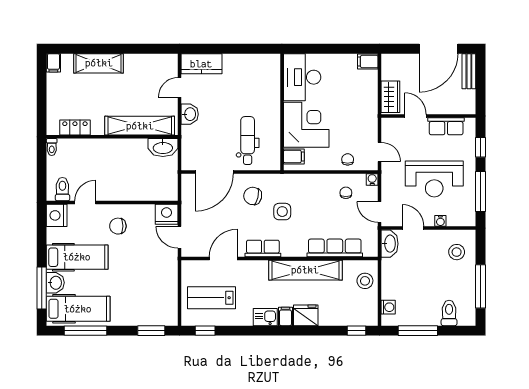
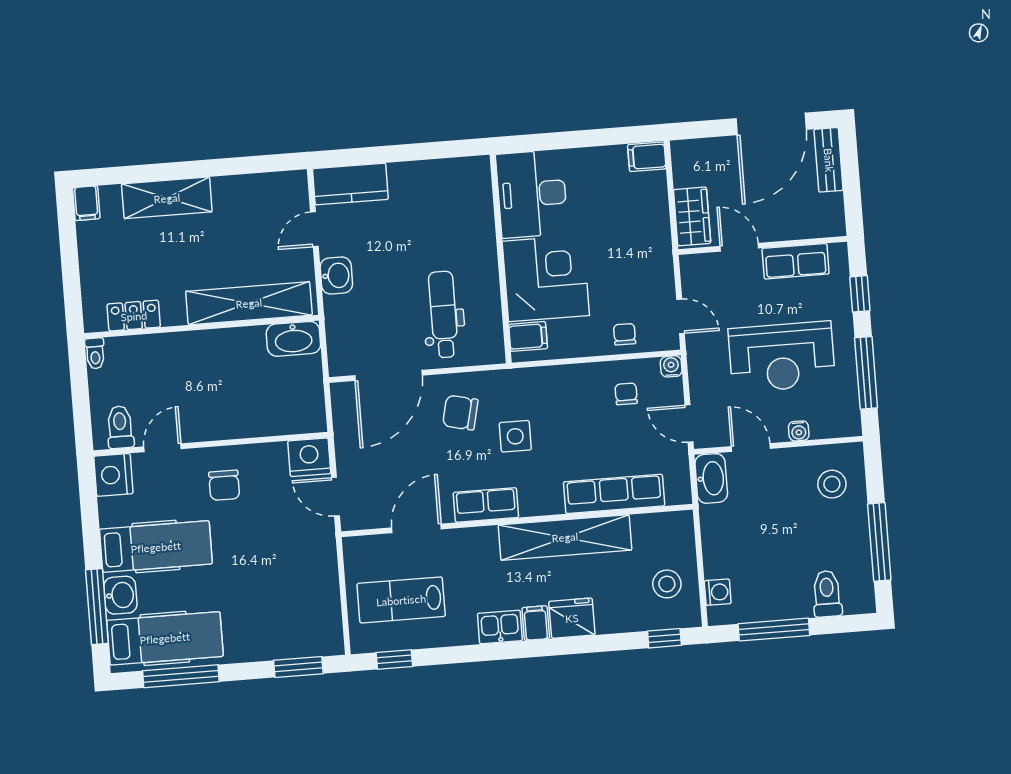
chair: (118, 226) -> (224, 485), turned -90
stool: (365, 281) -> (667, 584), moved

